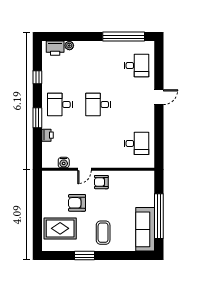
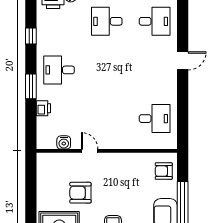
desk: (98, 104) -> (107, 21), moved
door: (84, 169) -> (90, 151), swing flipped
armchair: (101, 182) -> (164, 171), moved

